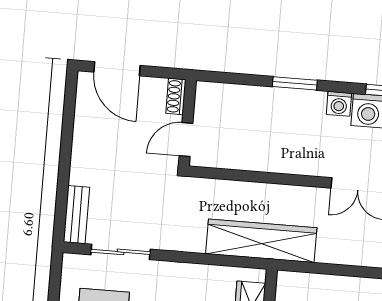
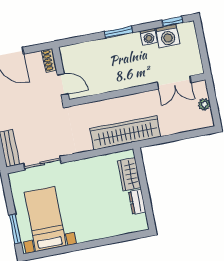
door: (186, 140) -> (63, 84), swing flipped

